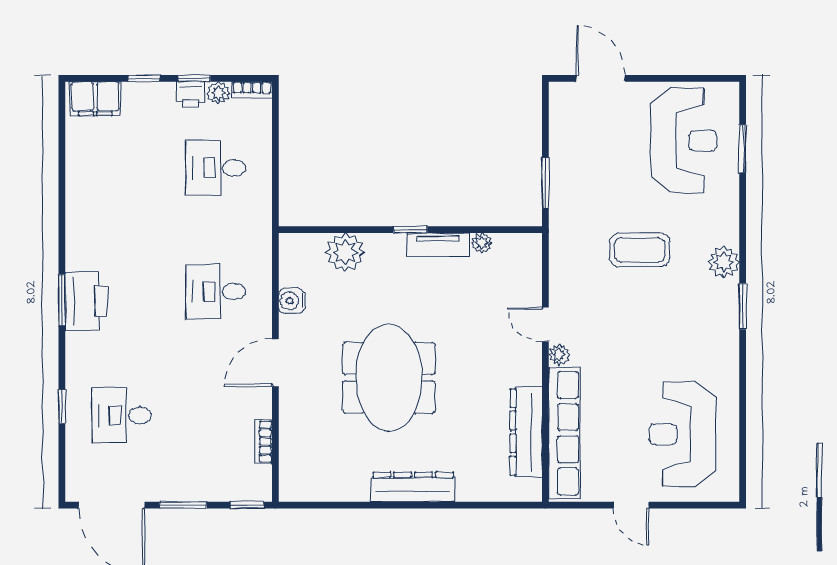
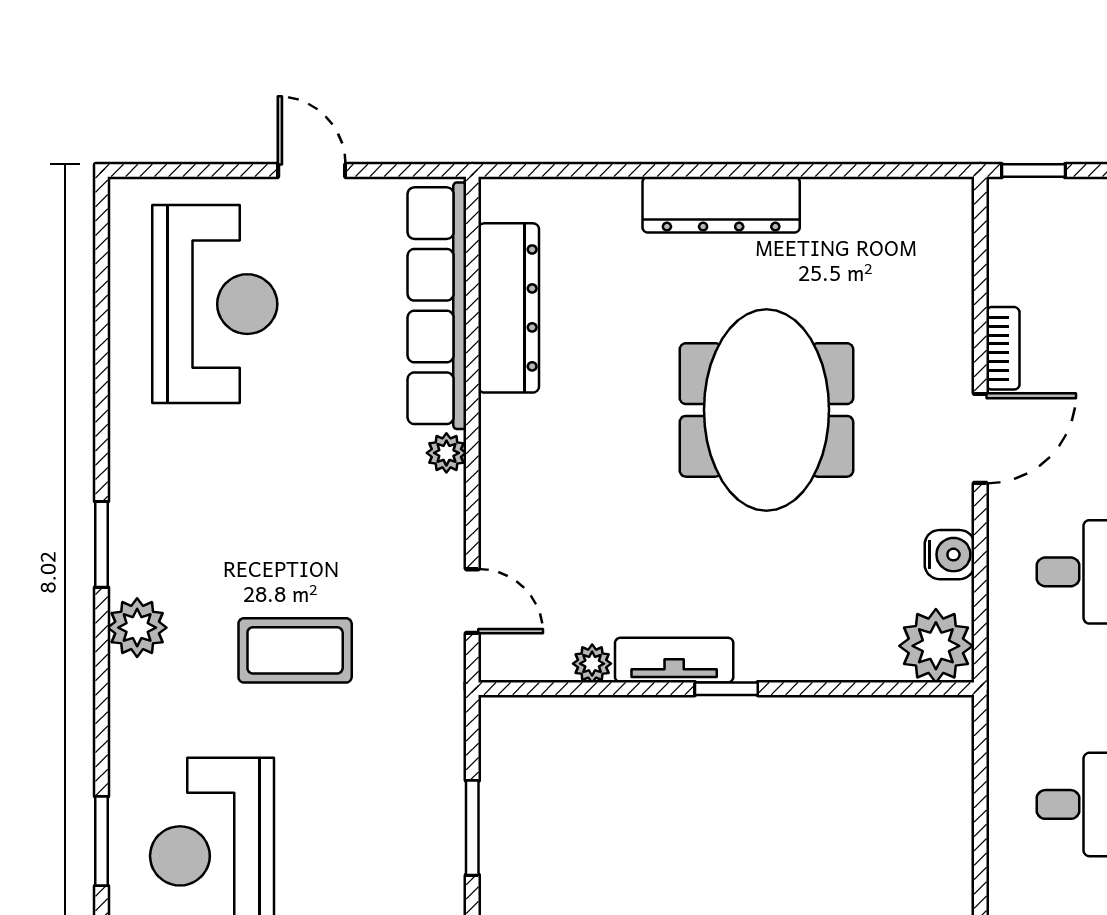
window: (545, 183) -> (472, 828), moved
plant: (345, 252) -> (936, 646), moved
door: (545, 324) -> (472, 601), moved
bookcase: (263, 442) -> (1003, 348), moved

